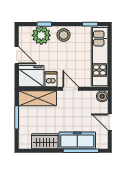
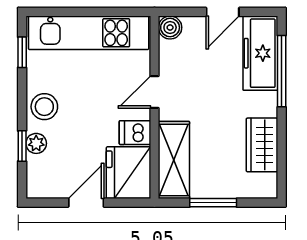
plant: (41, 35) -> (36, 143), width x0.53, depth x0.53
freezer: (77, 140) -> (260, 53), moved

